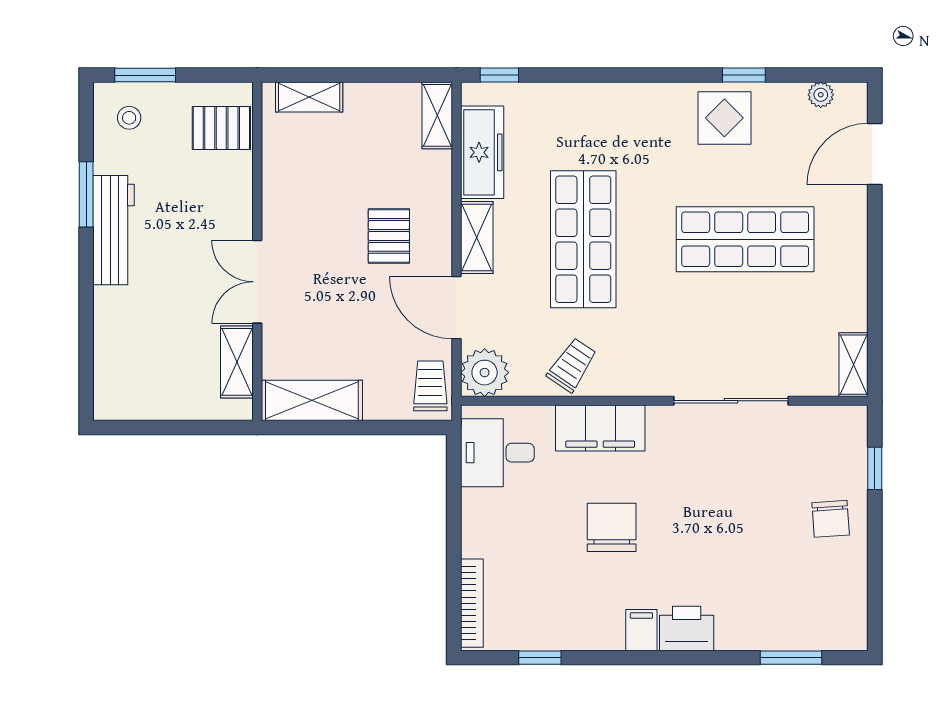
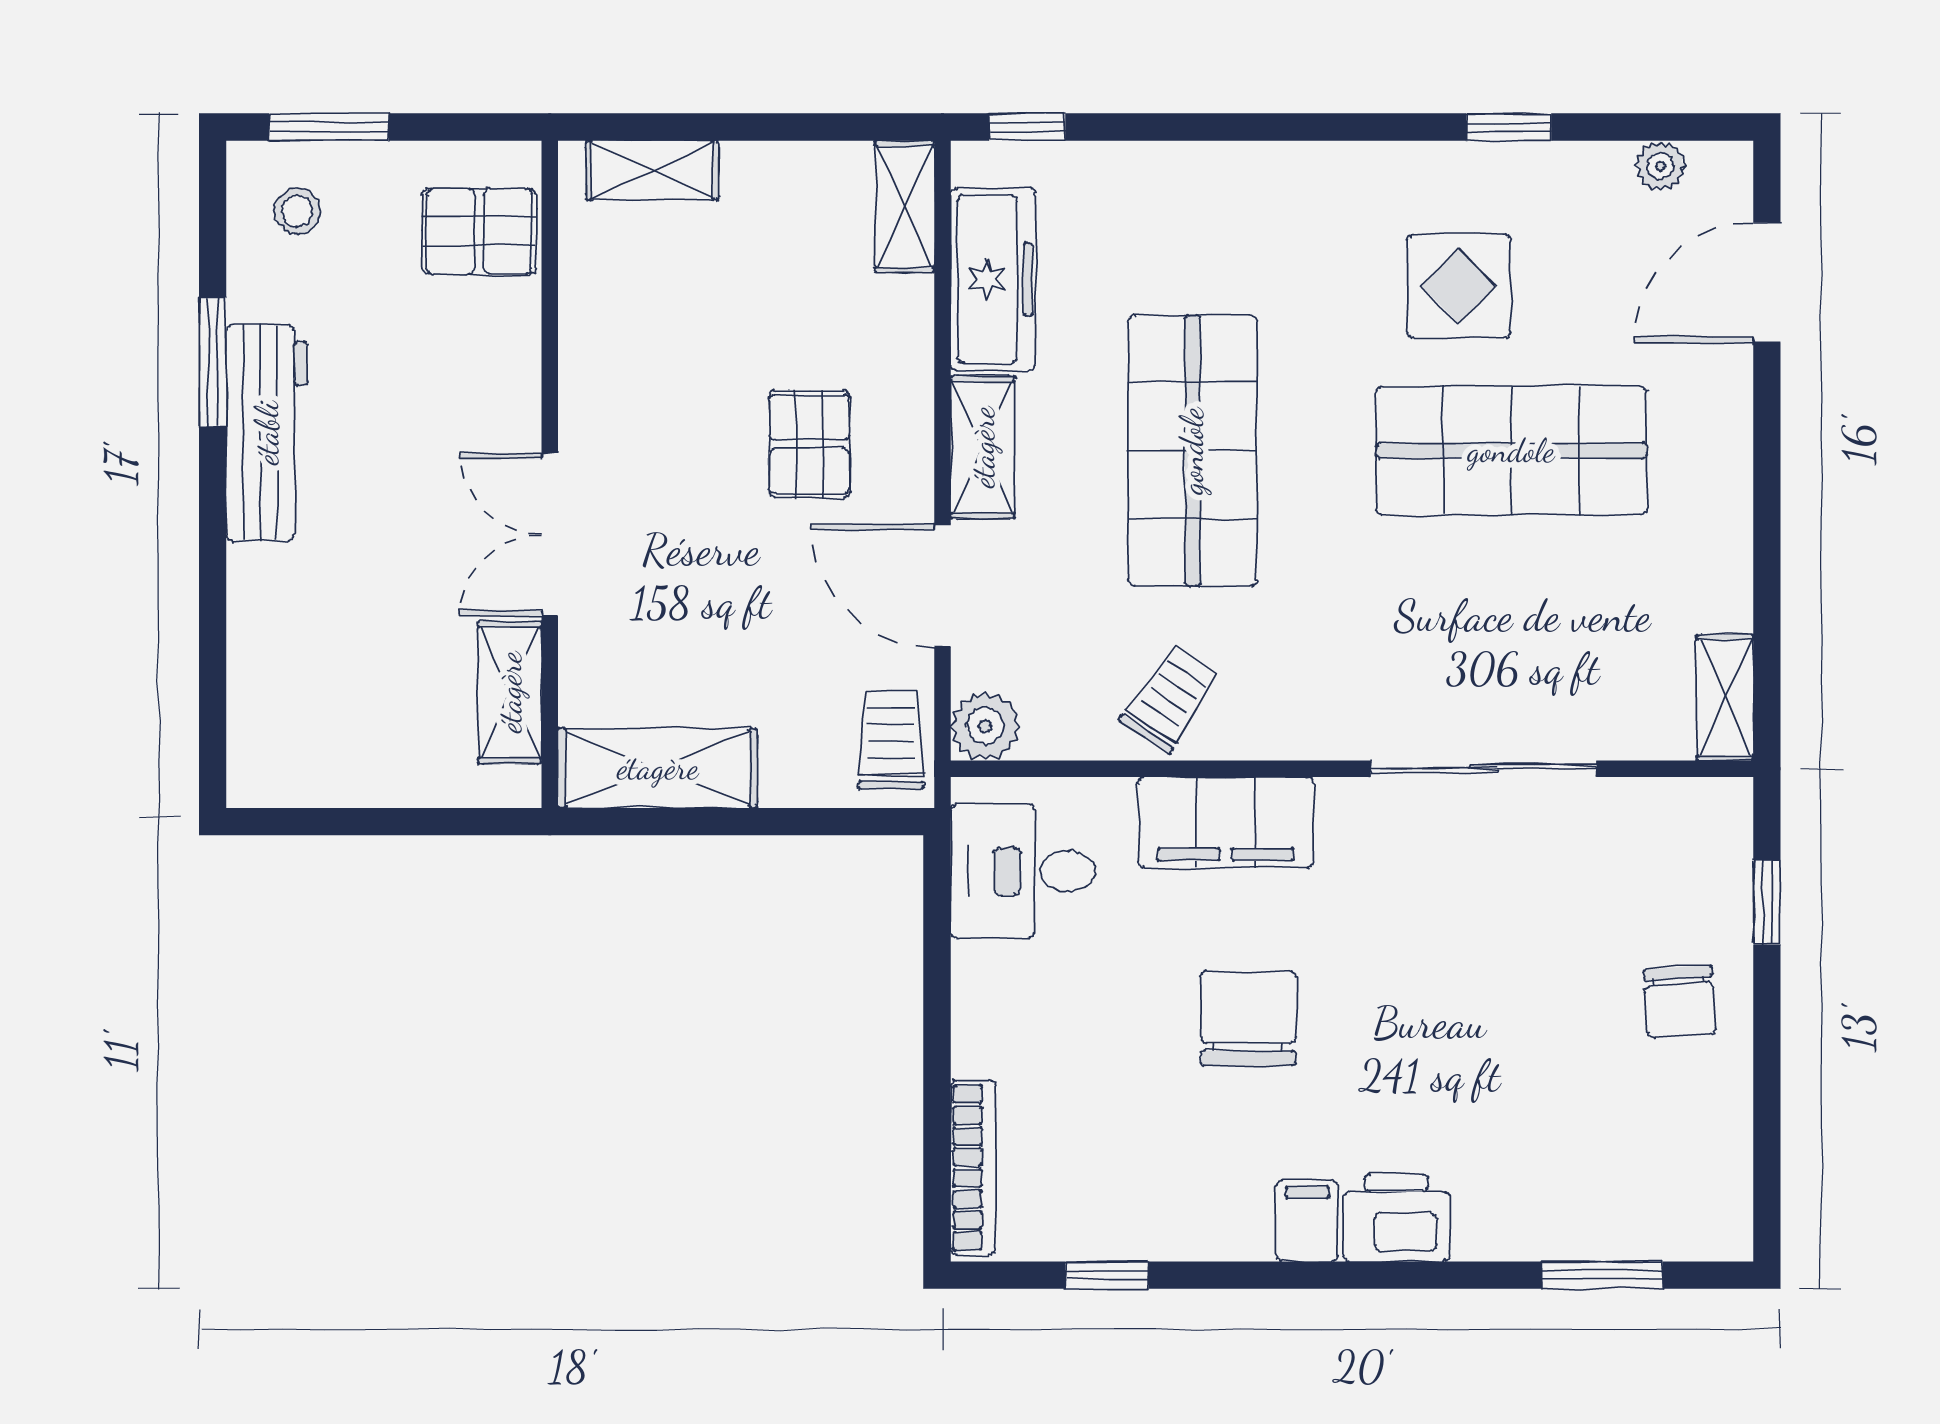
display table: (724, 118) -> (1459, 286), moved
plant: (485, 373) -> (985, 726), width x0.73, depth x0.73

